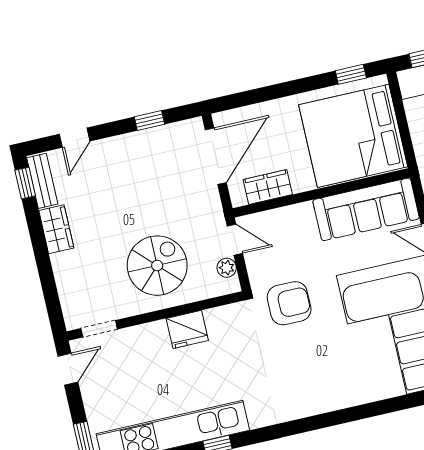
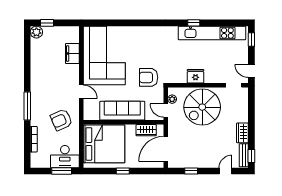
window: (351, 74) -> (123, 171), moved
sofa: (366, 209) -> (122, 111), moved
spiral stairs: (157, 266) -> (202, 107), width x1.37, depth x1.37
door: (68, 369) -> (251, 71), hinge flipped

